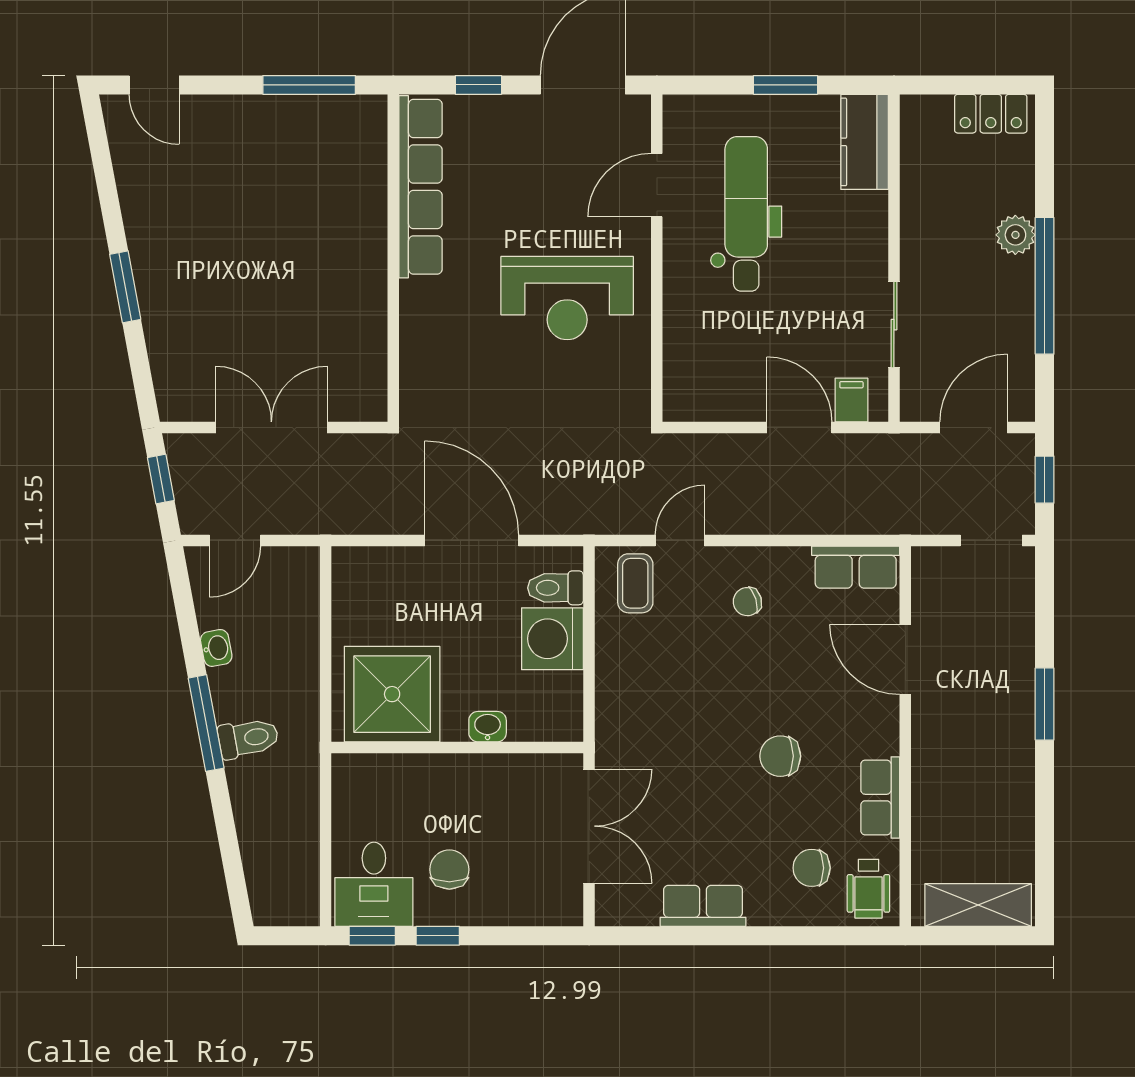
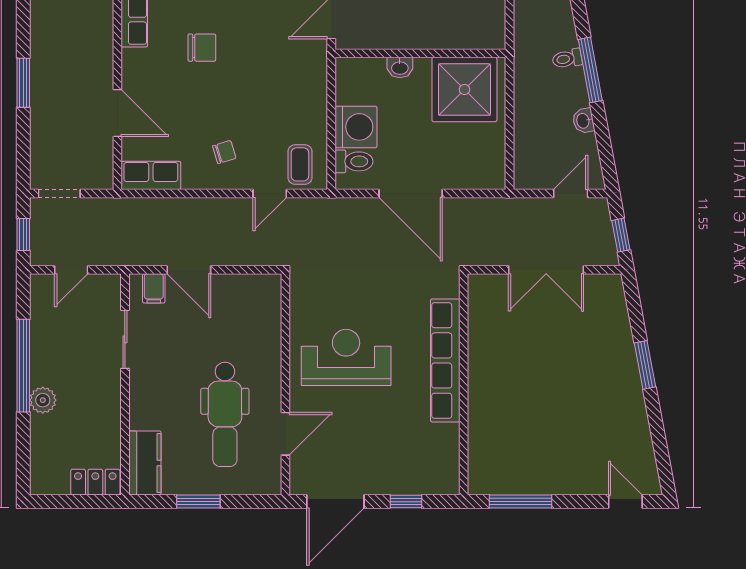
locker: (991, 114) -> (95, 482), moved
row of seats: (421, 187) -> (445, 360), moved
door: (974, 428) -> (71, 270), width x0.73
toilet: (248, 738) -> (567, 59), width x0.73, depth x0.72

